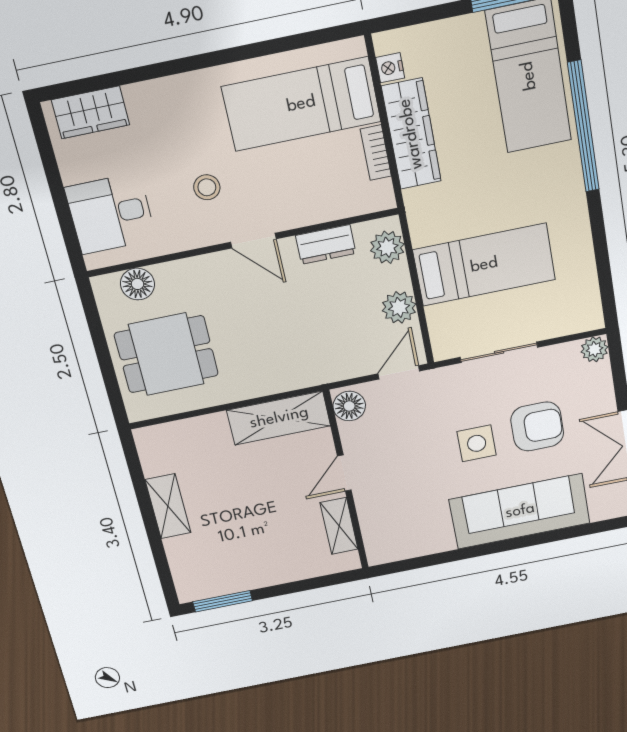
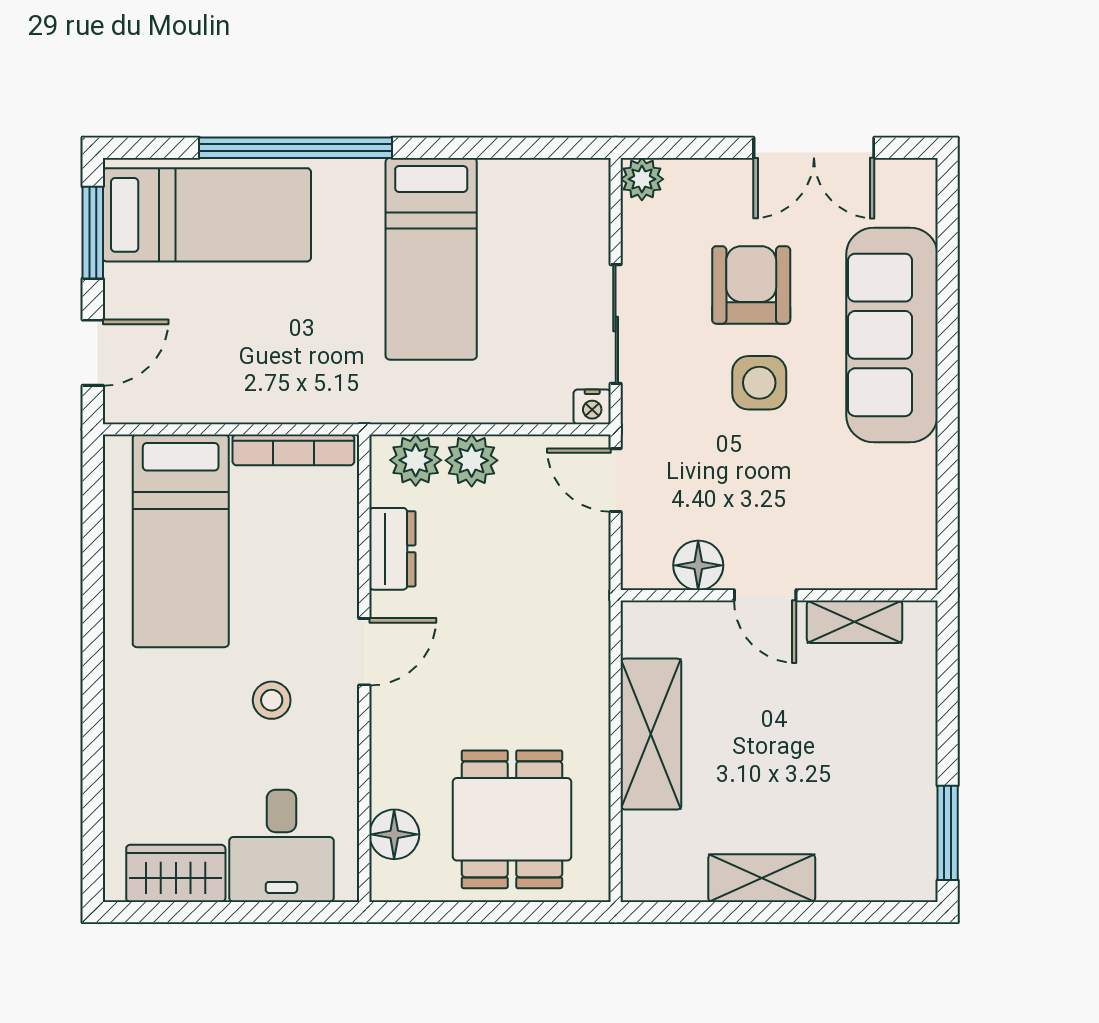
door: (420, 16) -> (93, 353), added
nightstand: (390, 68) -> (592, 407), moved
wardrobe: (90, 112) -> (176, 873), moved, turned -90
wardrobe: (411, 134) -> (255, 394), removed
bookcase: (376, 153) -> (293, 450), width x1.56
bed: (484, 265) -> (431, 259), moved, turned 180
plant: (399, 307) -> (472, 460), moved
floor lamp: (349, 406) -> (698, 565), moved
shelving: (279, 418) -> (651, 734), moved

